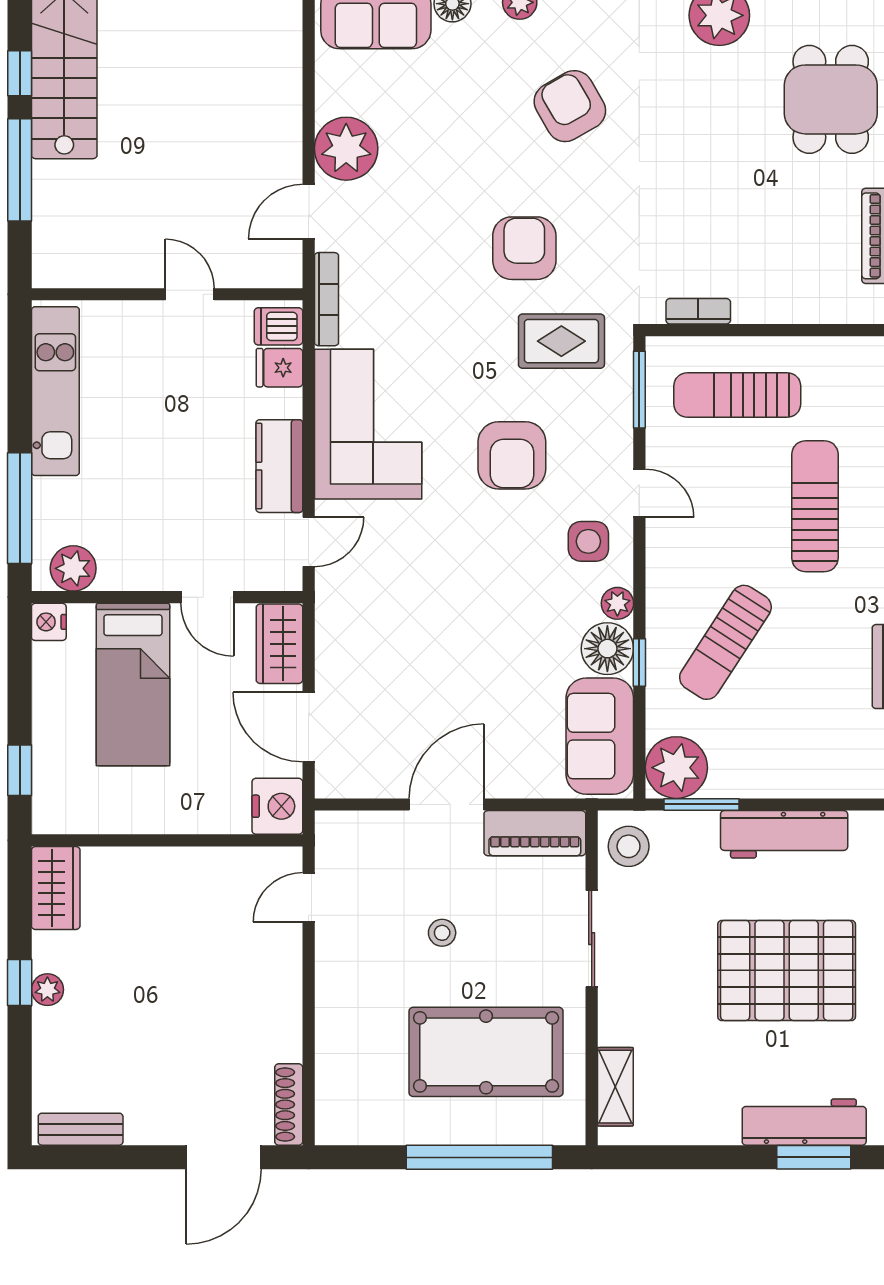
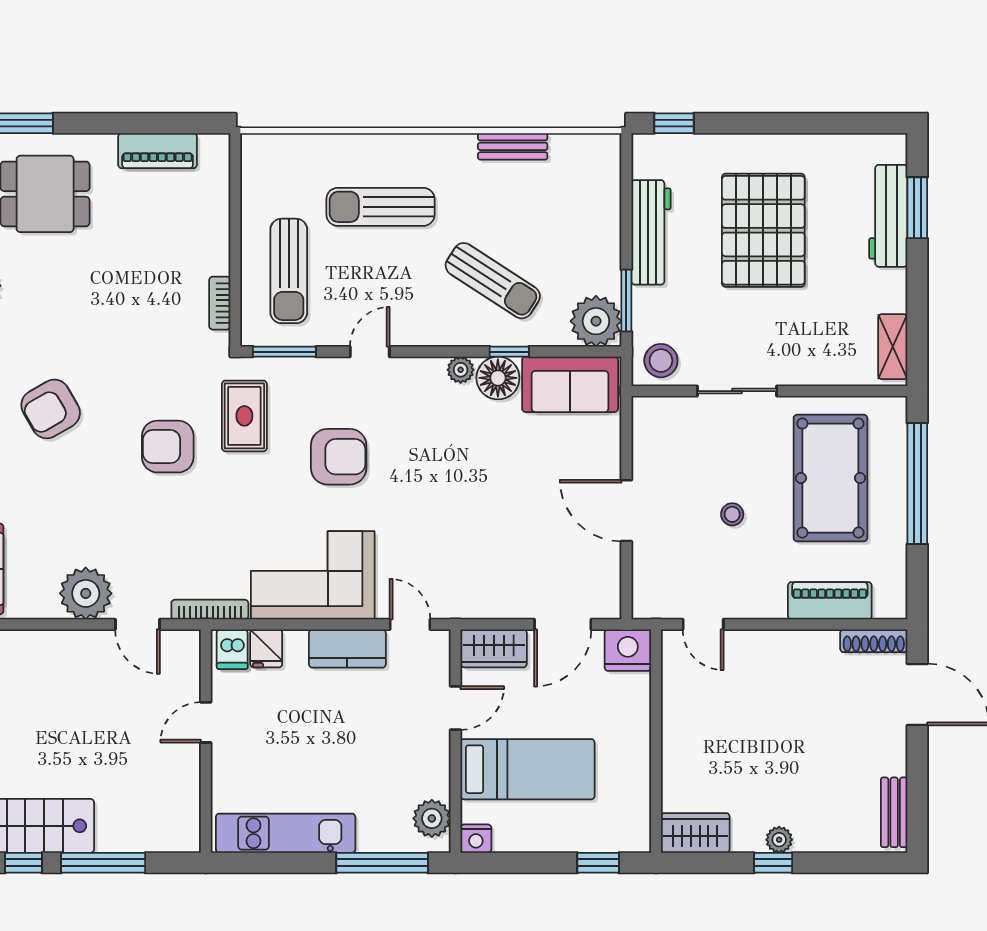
side table: (588, 541) -> (409, 394), removed
piano: (535, 833) -> (830, 601), moved, turned -90
shelving: (615, 1087) -> (893, 347), moved, turned 90

